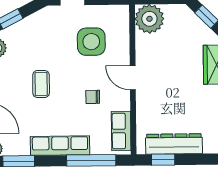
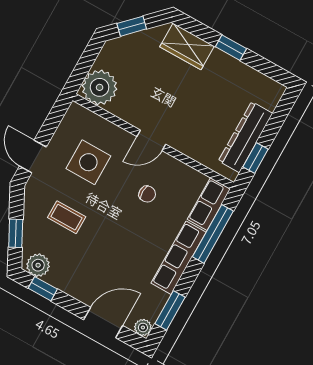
coffee table: (41, 84) -> (67, 217), moved
chair: (93, 97) -> (147, 194), turned -90
row of seats: (121, 131) -> (209, 204), moved, turned 90

